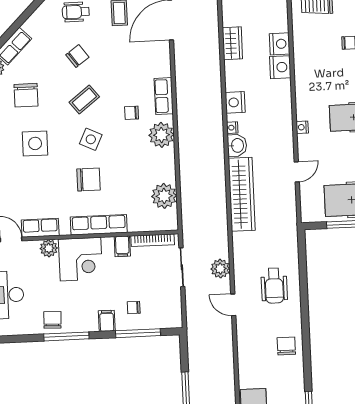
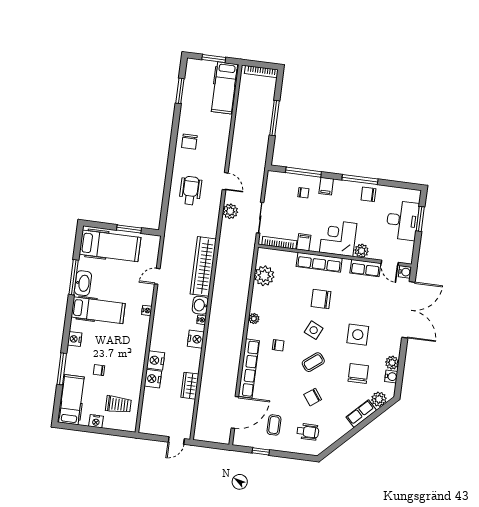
row of seats: (164, 96) -> (249, 368), width x2.02
plant: (161, 135) -> (254, 319), width x0.53, depth x0.53
chair: (52, 320) -> (368, 194), turned 88

